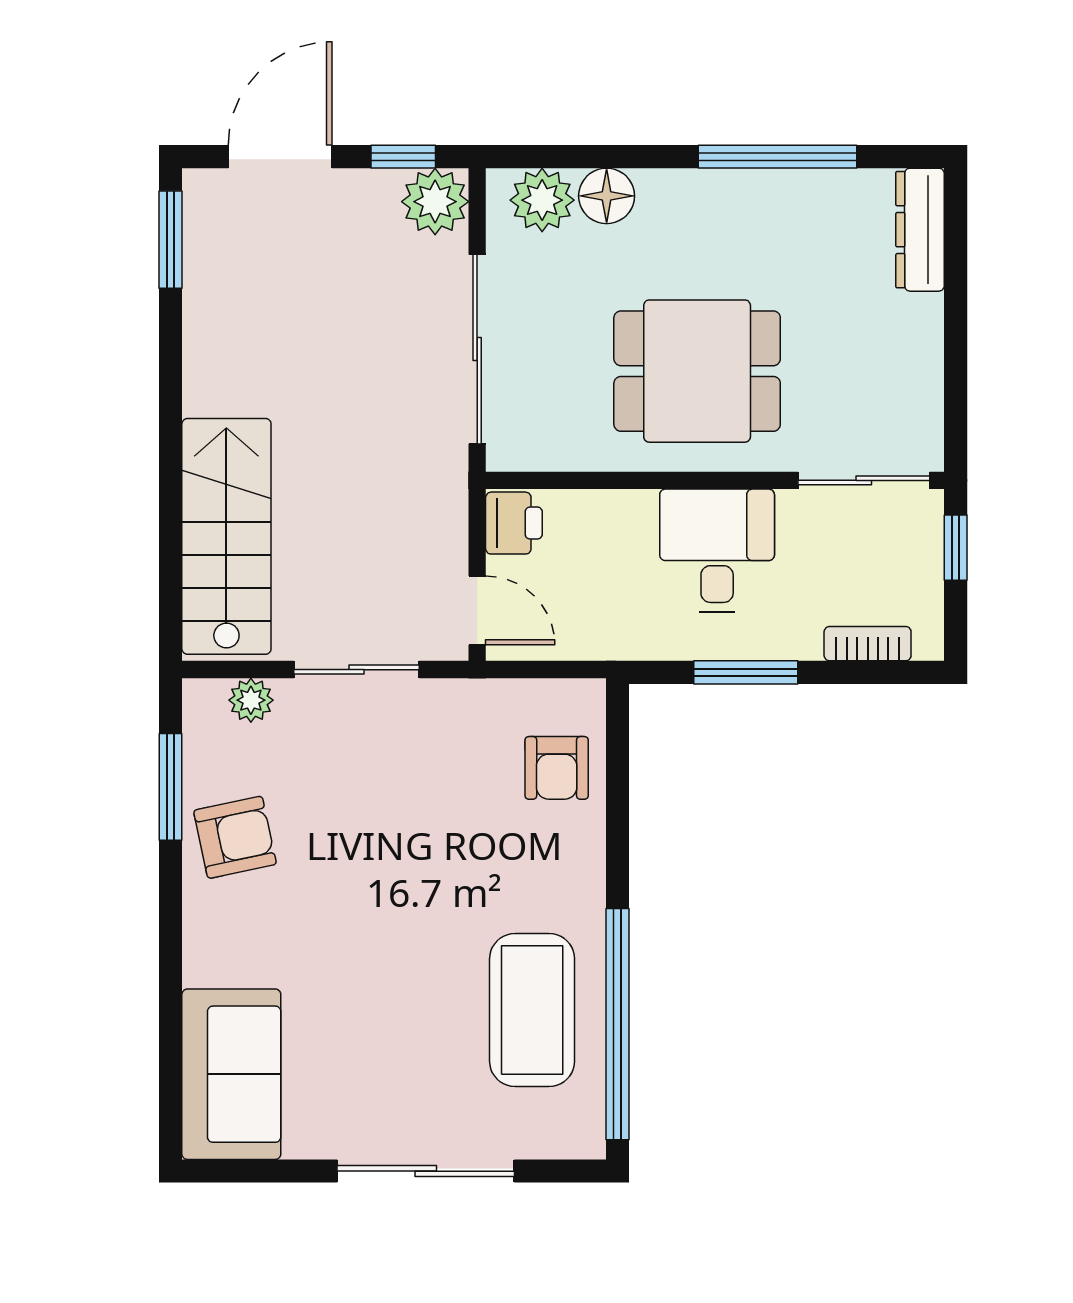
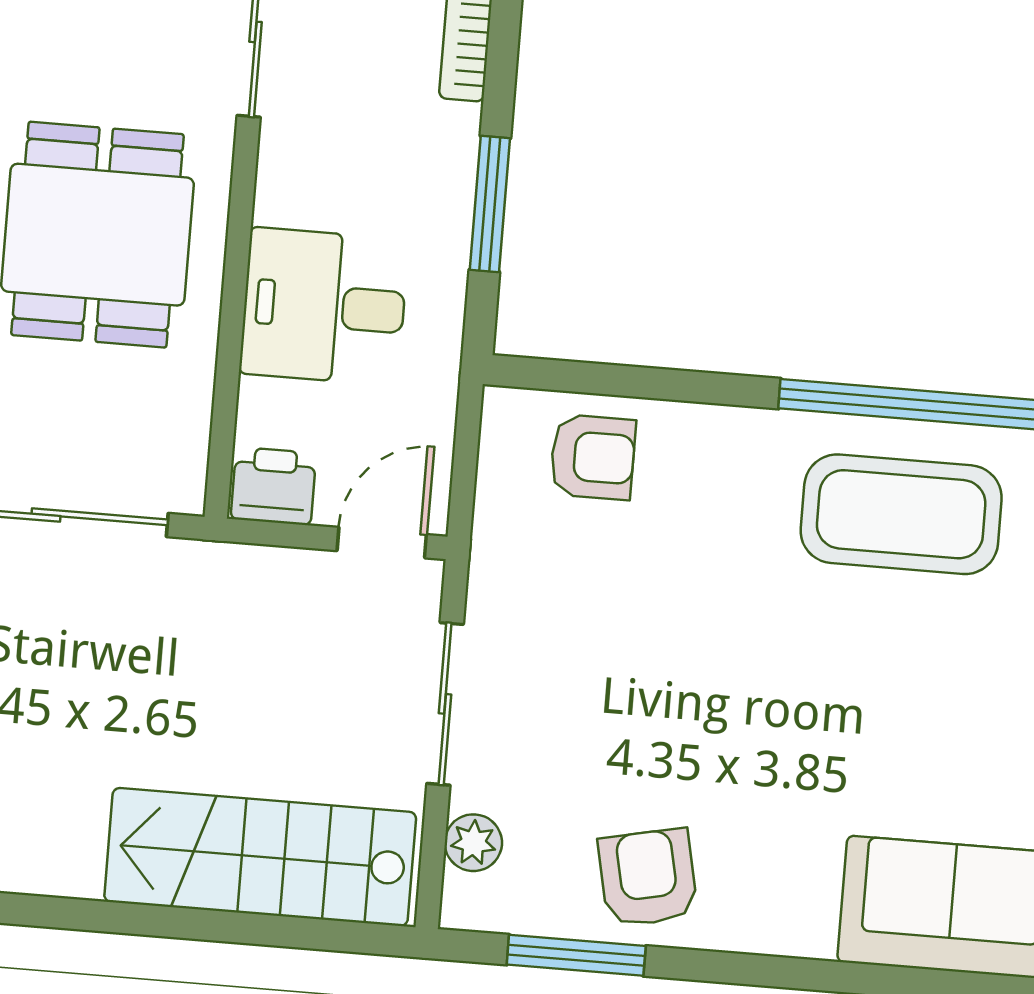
desk: (717, 551) -> (324, 306), moved

